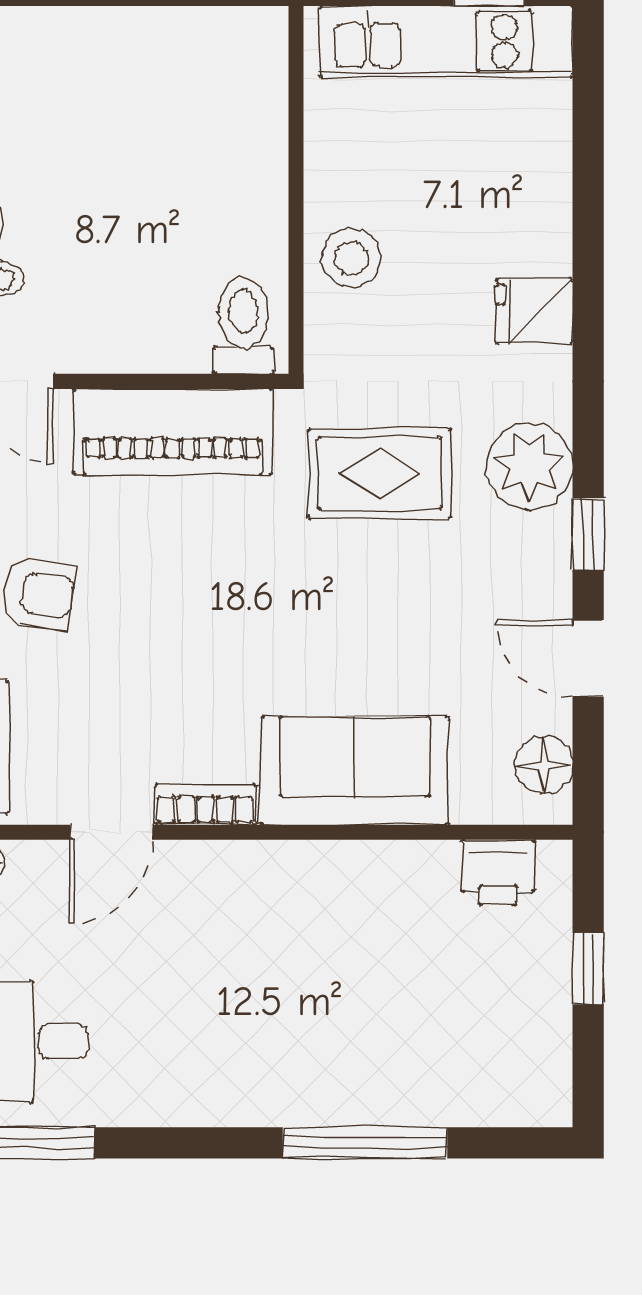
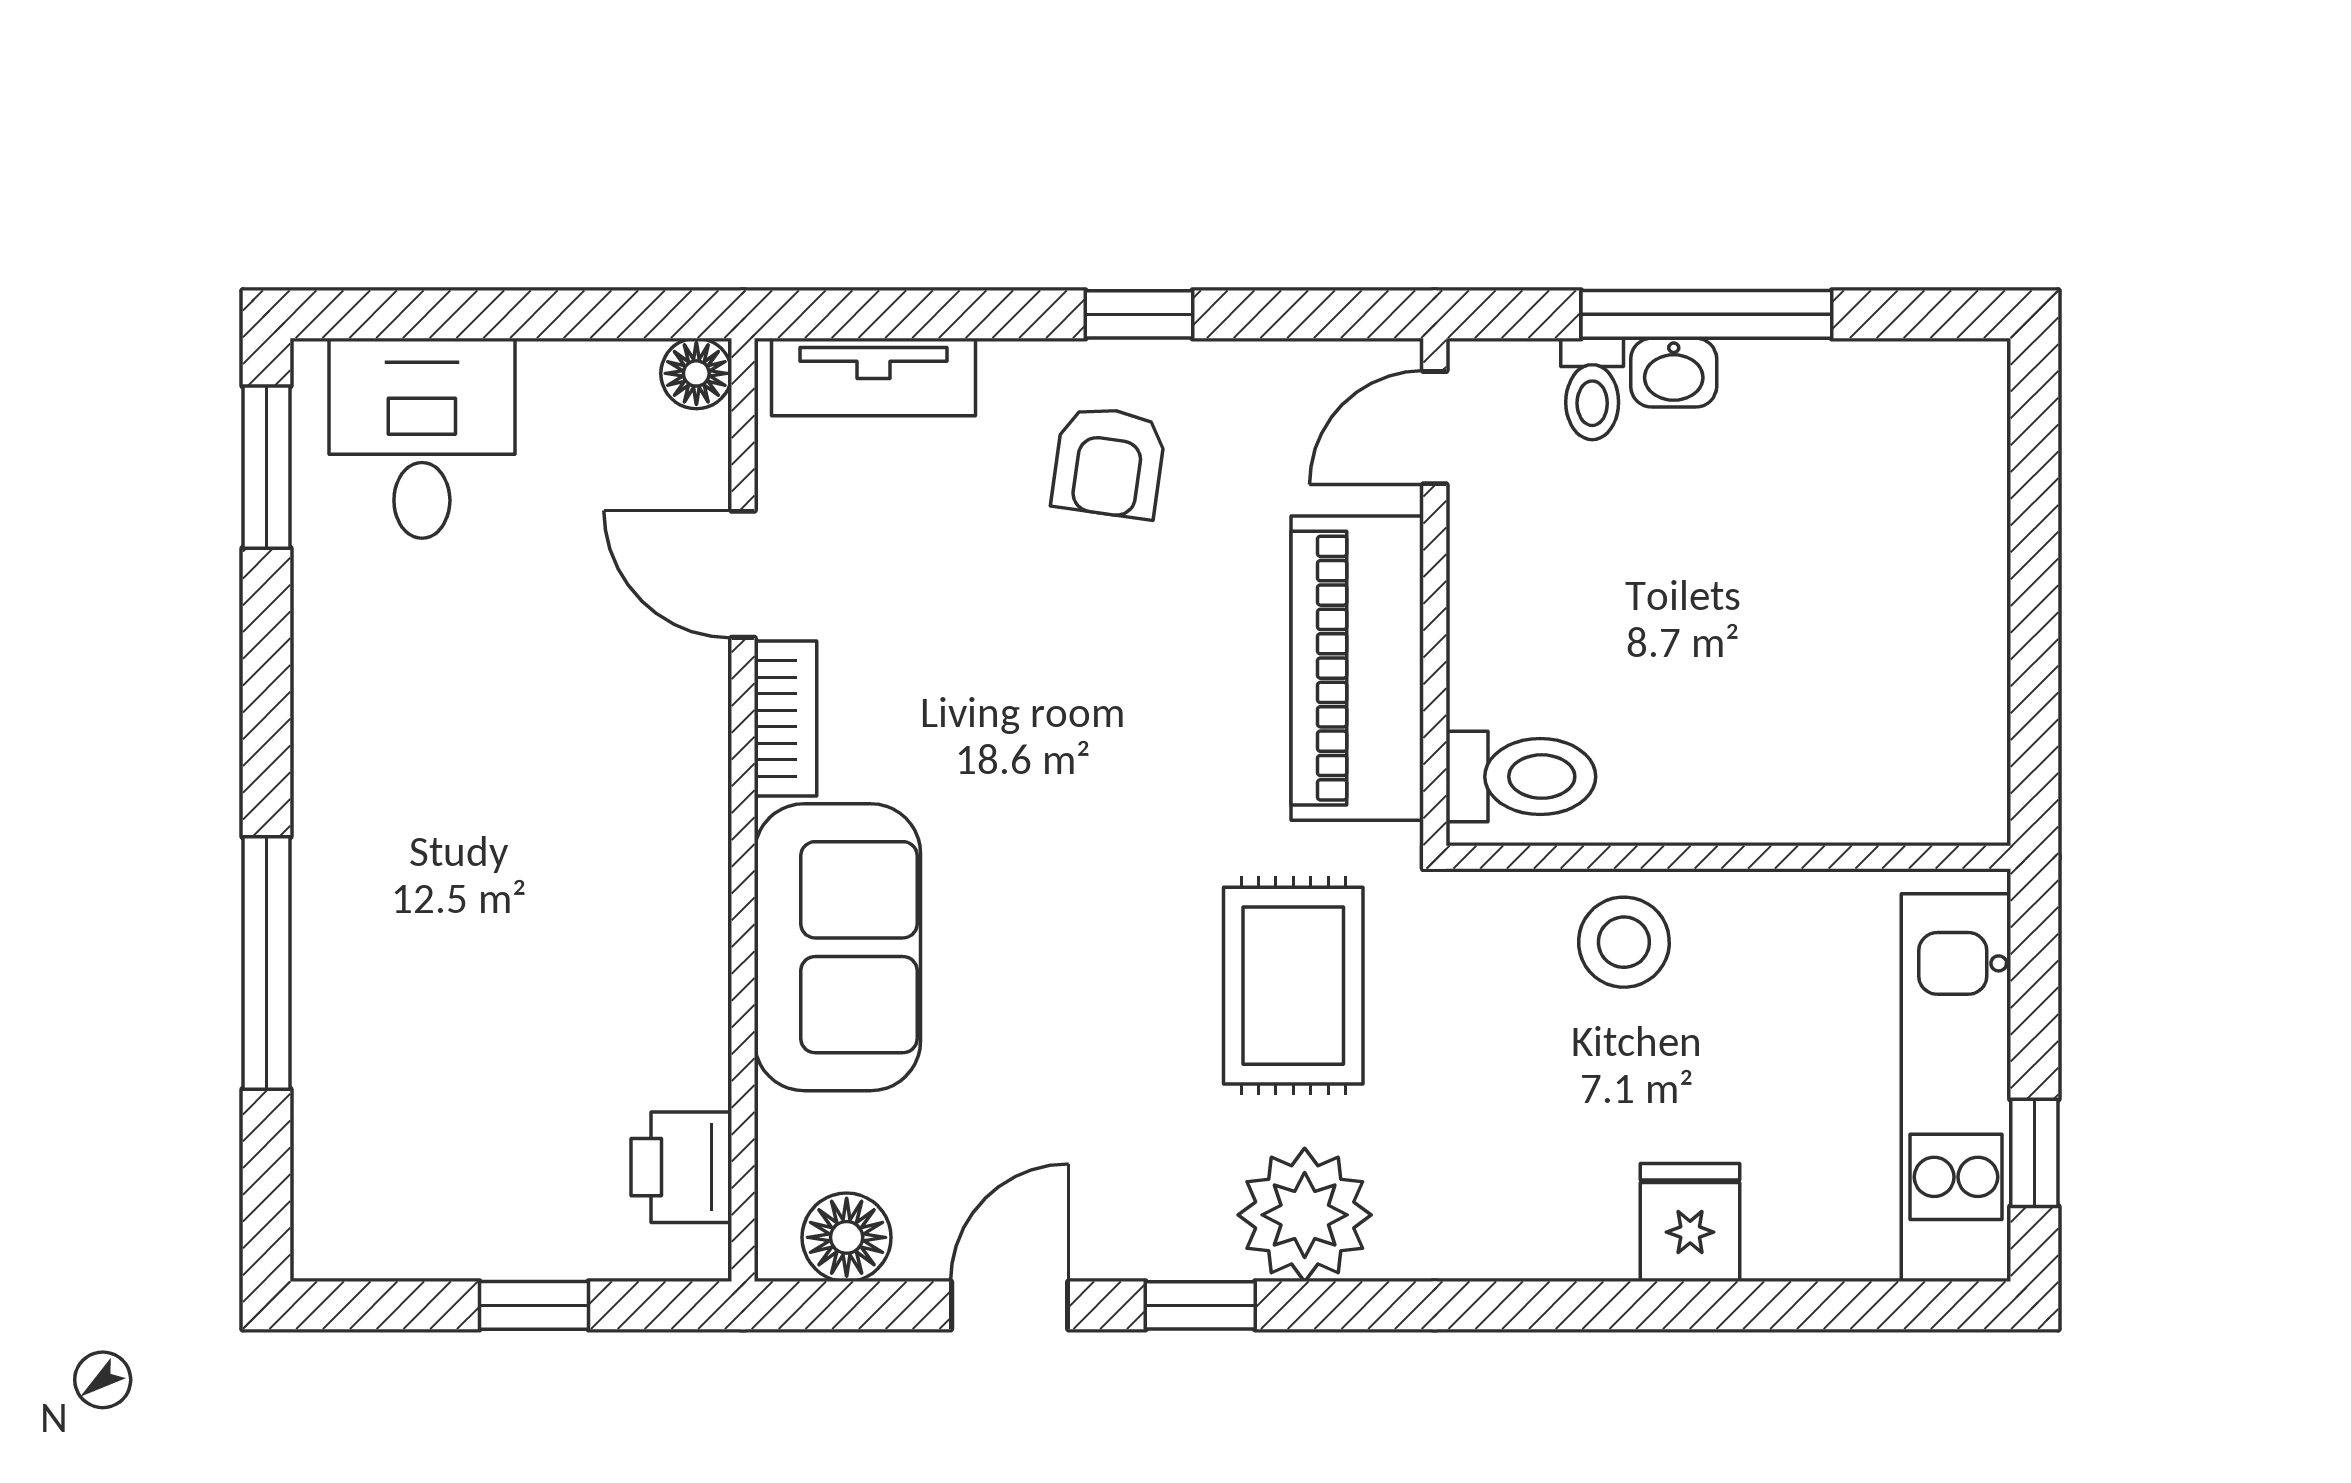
fridge: (534, 311) -> (1690, 1223), moved

